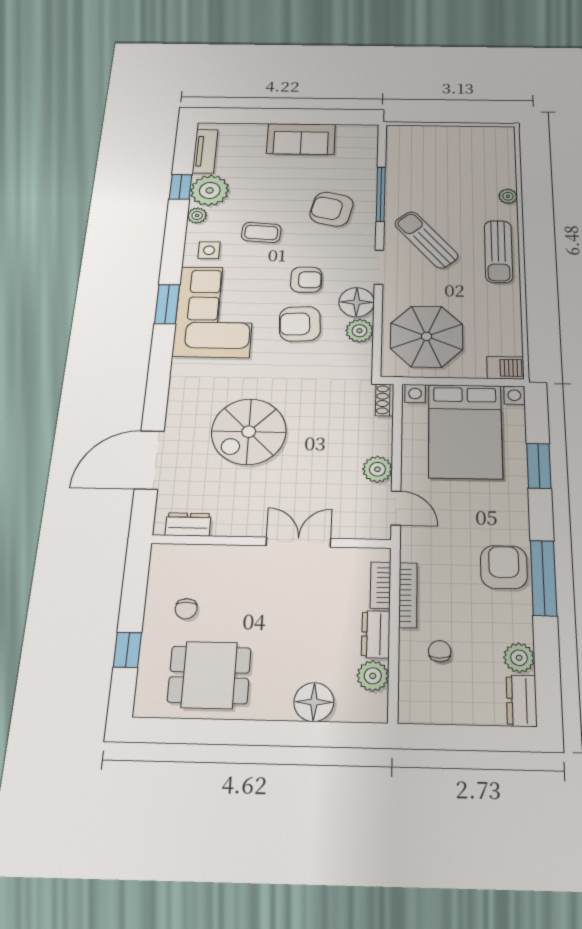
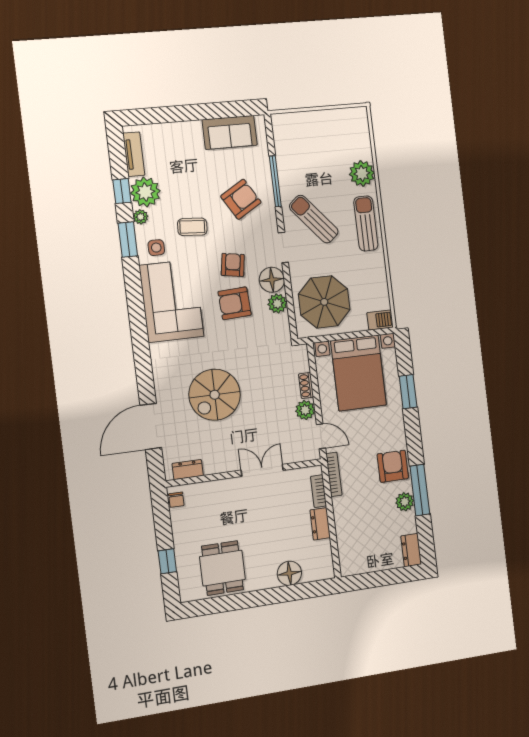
sofa: (301, 139) -> (230, 132), moved
plant: (508, 196) -> (362, 173), width x1.88, depth x1.88
armchair: (331, 209) -> (241, 199), turned 136
sun lounger: (498, 251) -> (366, 223), turned 180
armchair: (306, 280) -> (233, 265), turned -81
window: (167, 304) -> (128, 239), moved
shoe rack: (385, 400) -> (306, 386), moved
window: (544, 578) -> (420, 490), moved
bookcase: (408, 595) -> (334, 474), moved
chair: (186, 609) -> (176, 500), moved
chair: (440, 651) -> (360, 528), removed
plant: (519, 658) -> (405, 502), moved
dining table: (209, 675) -> (222, 568), turned 90
plant: (373, 676) -> (322, 551), removed

